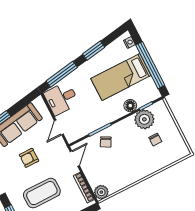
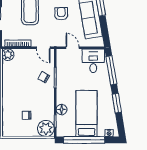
plant: (144, 119) -> (46, 128), moved

